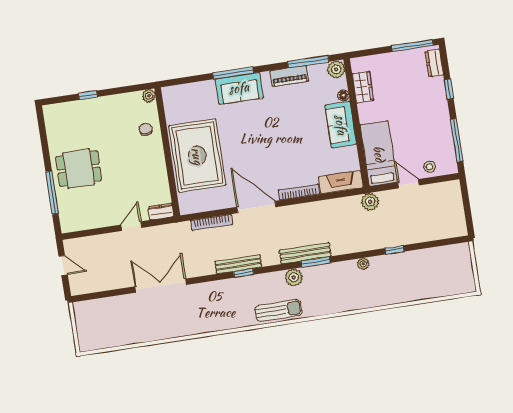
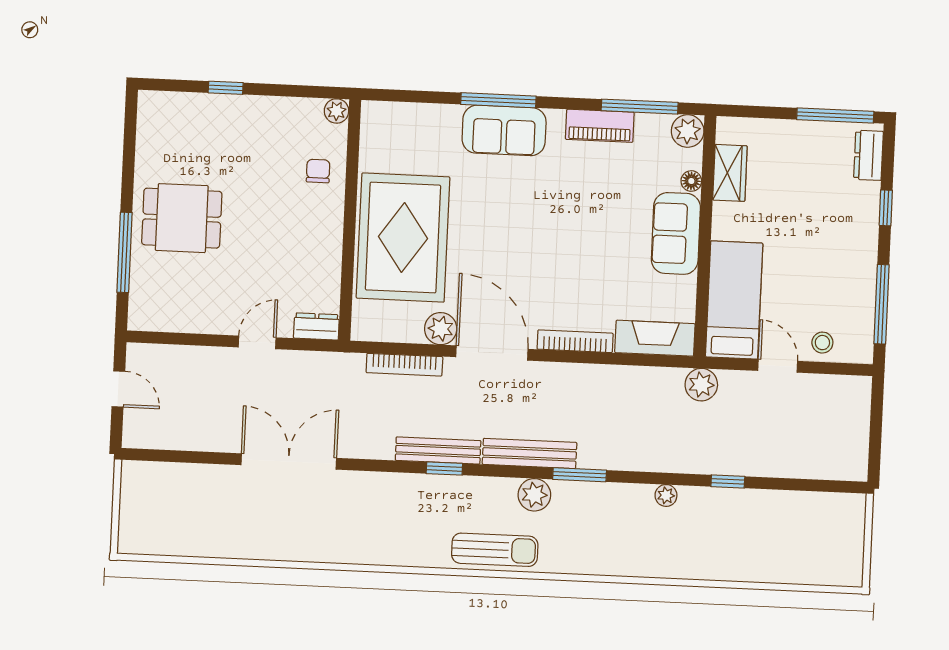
plant: (227, 200) -> (441, 329), added
bench: (305, 253) -> (530, 453), moved

